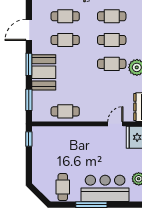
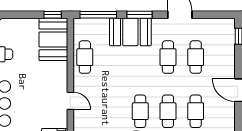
window: (29, 100) -> (98, 15), width x1.44
door: (115, 124) -> (70, 101), moved
booth: (50, 138) -> (53, 39), added

